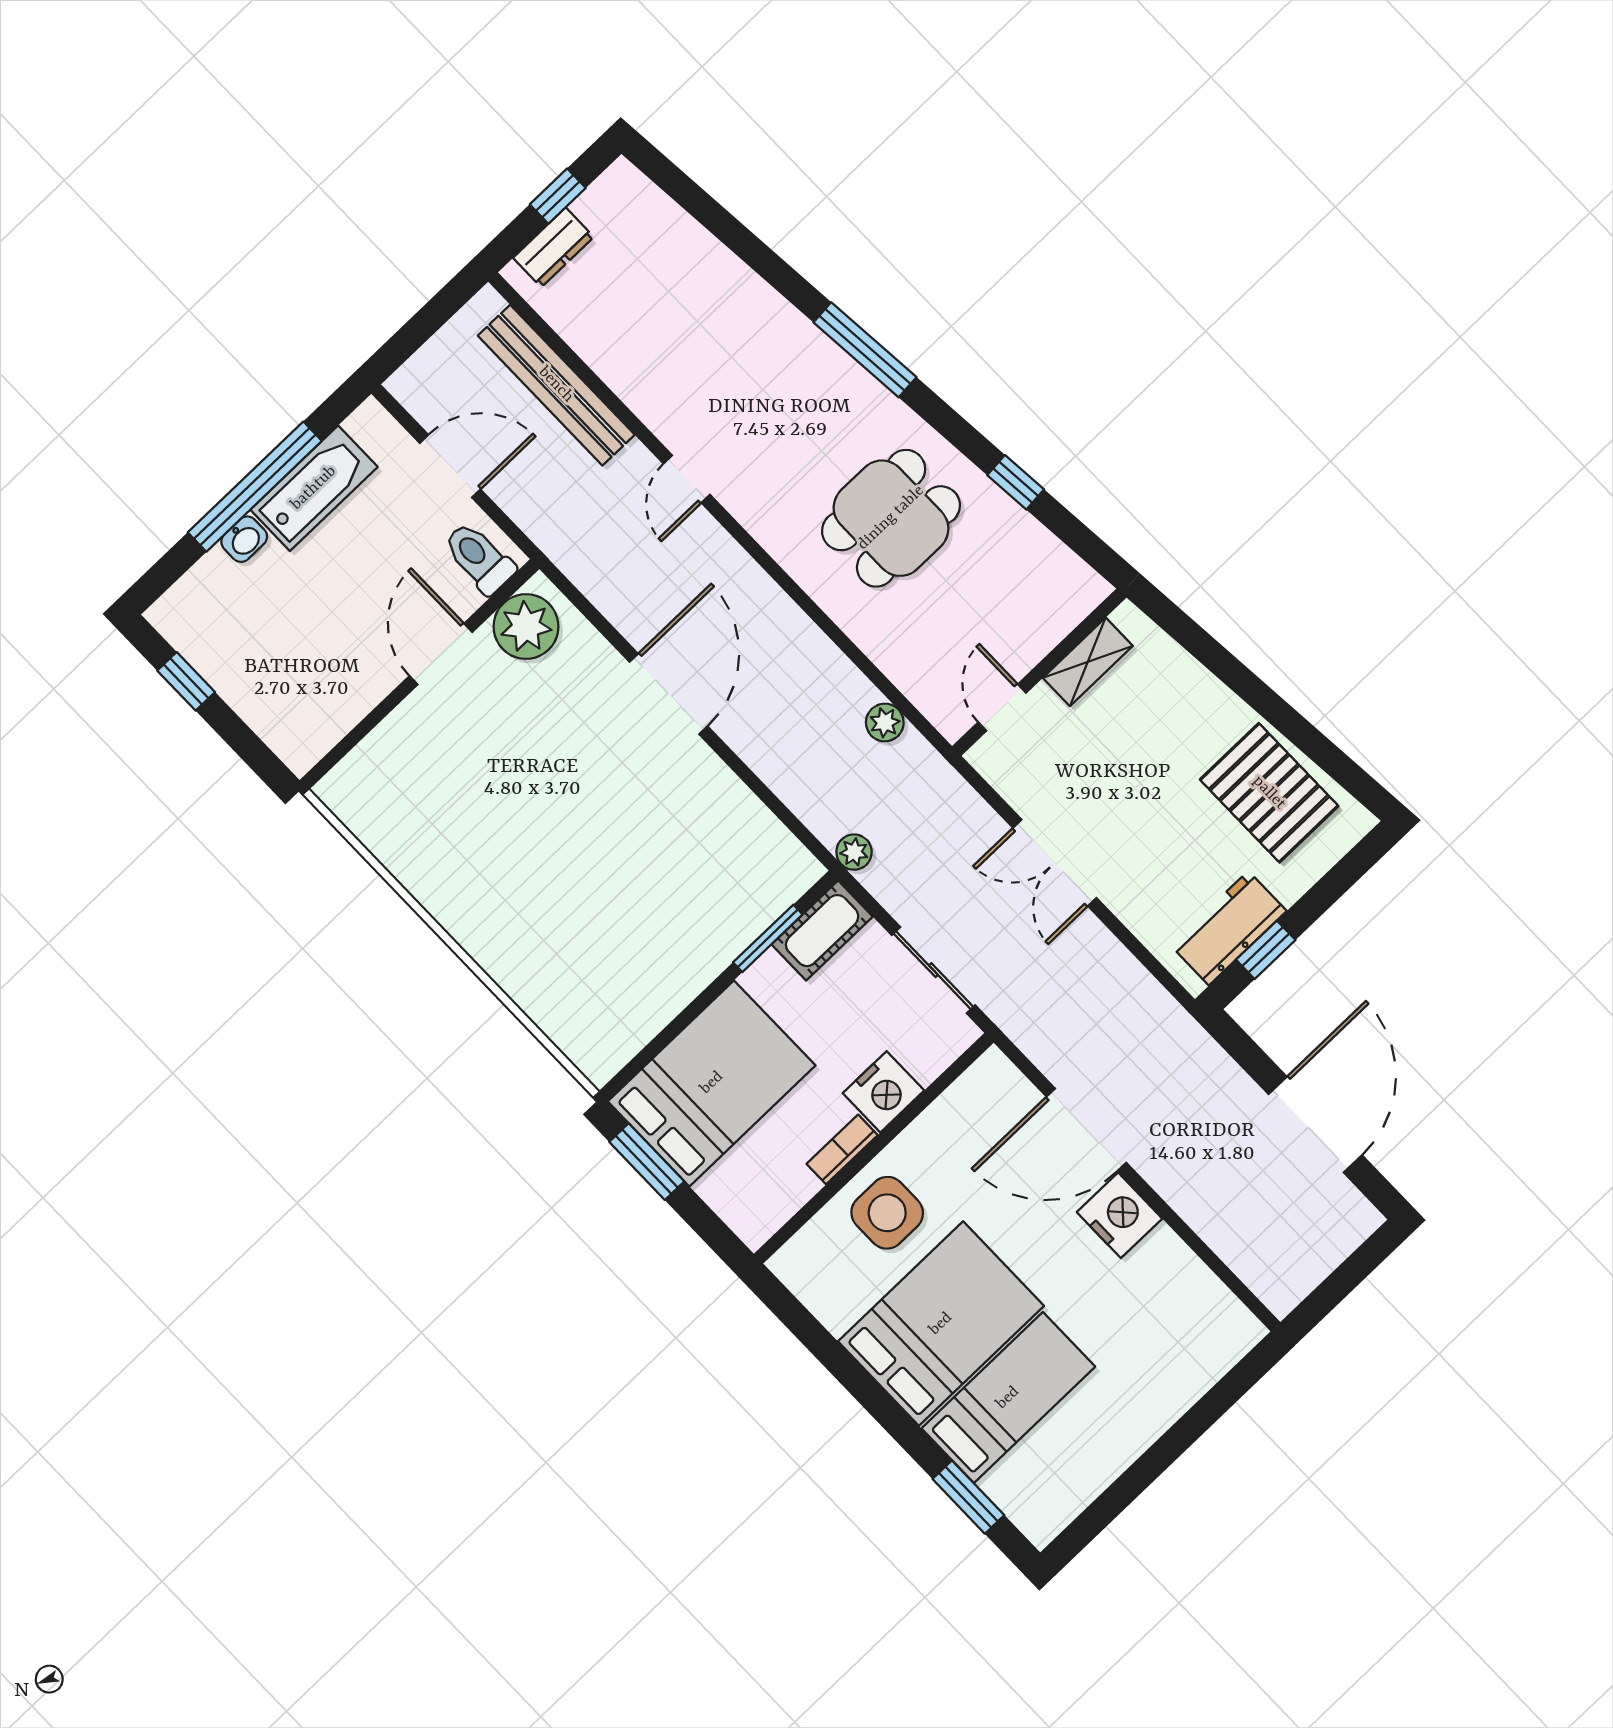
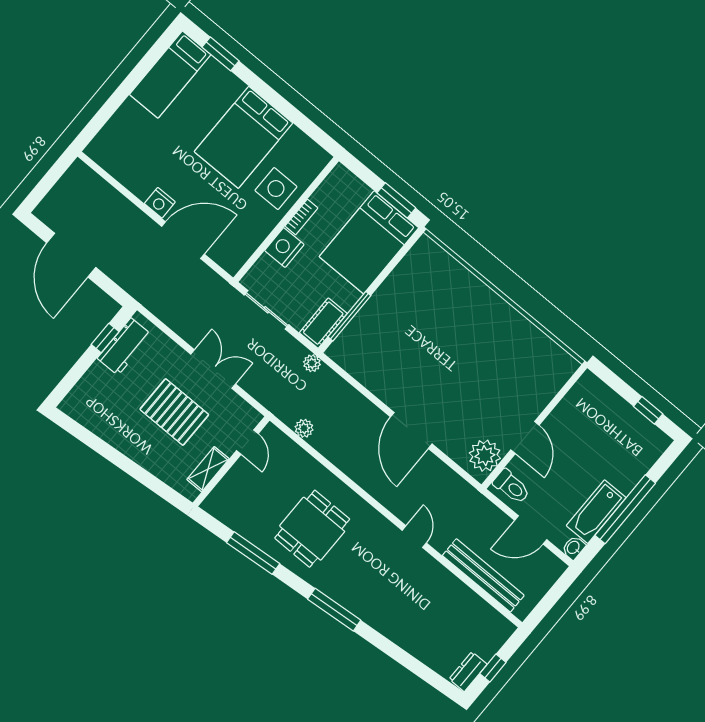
dresser: (553, 247) -> (468, 672), moved
window: (1016, 482) -> (253, 553), width x2.17
washbasin: (244, 539) -> (574, 548), moved
pallet: (1269, 793) -> (174, 412), moved
window: (768, 938) -> (349, 316), width x1.44
nightstand: (1120, 1215) -> (160, 203), width x0.74, depth x0.75
bed: (1008, 1398) -> (170, 75), moved

